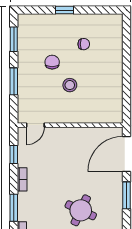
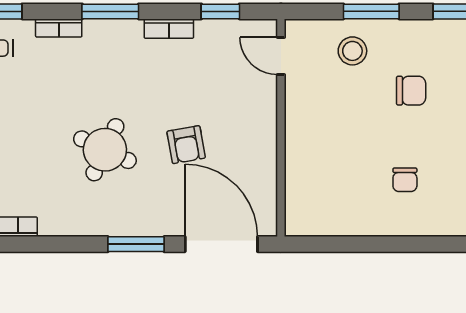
chair: (84, 44) -> (405, 180), moved
stool: (70, 85) -> (352, 51), moved
armchair: (78, 171) -> (186, 145), added

